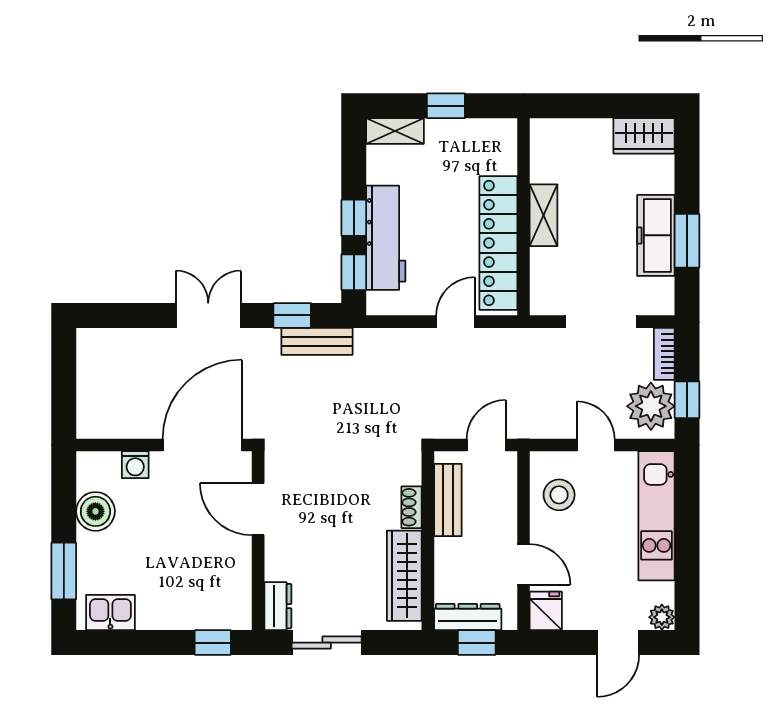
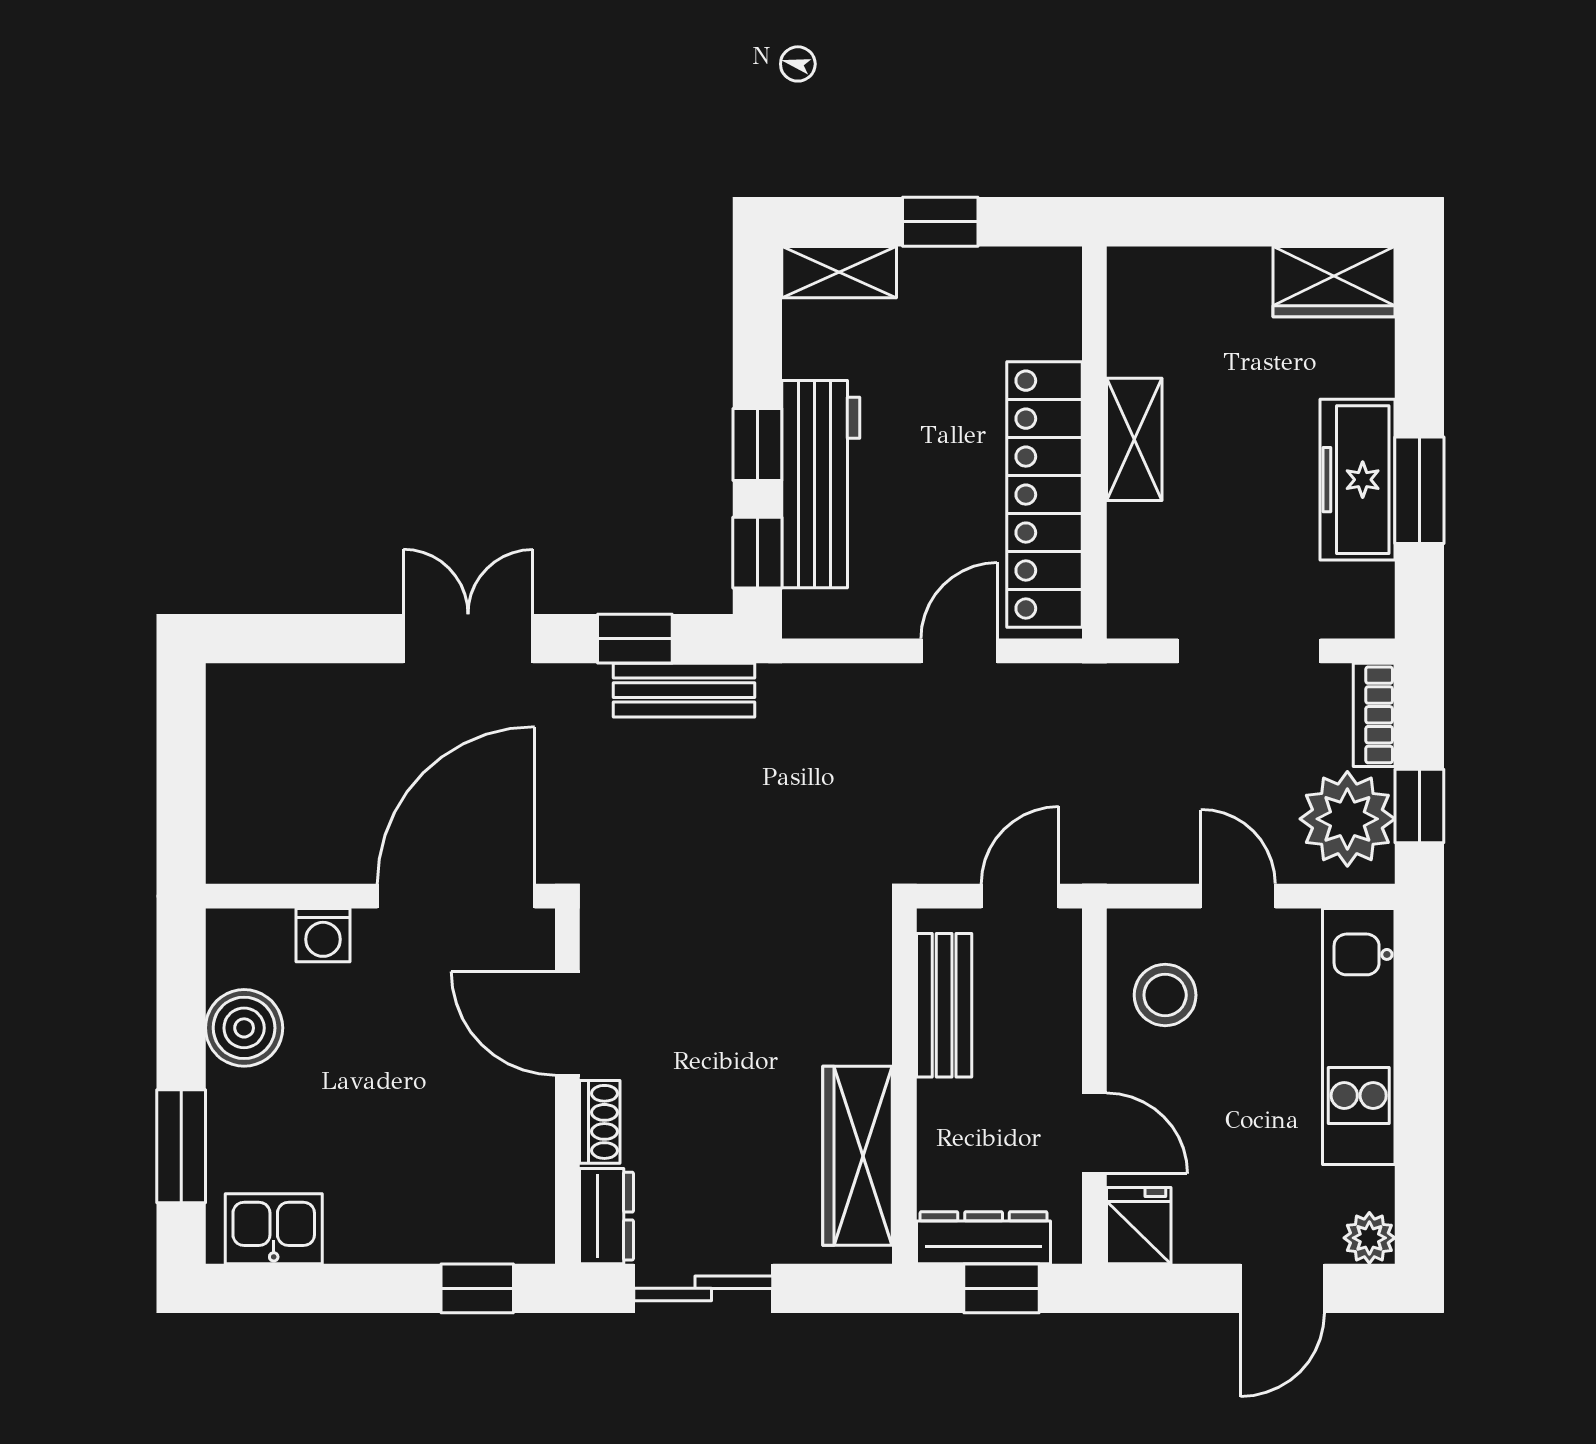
shoe rack: (412, 507) -> (600, 1122), moved, turned 180

